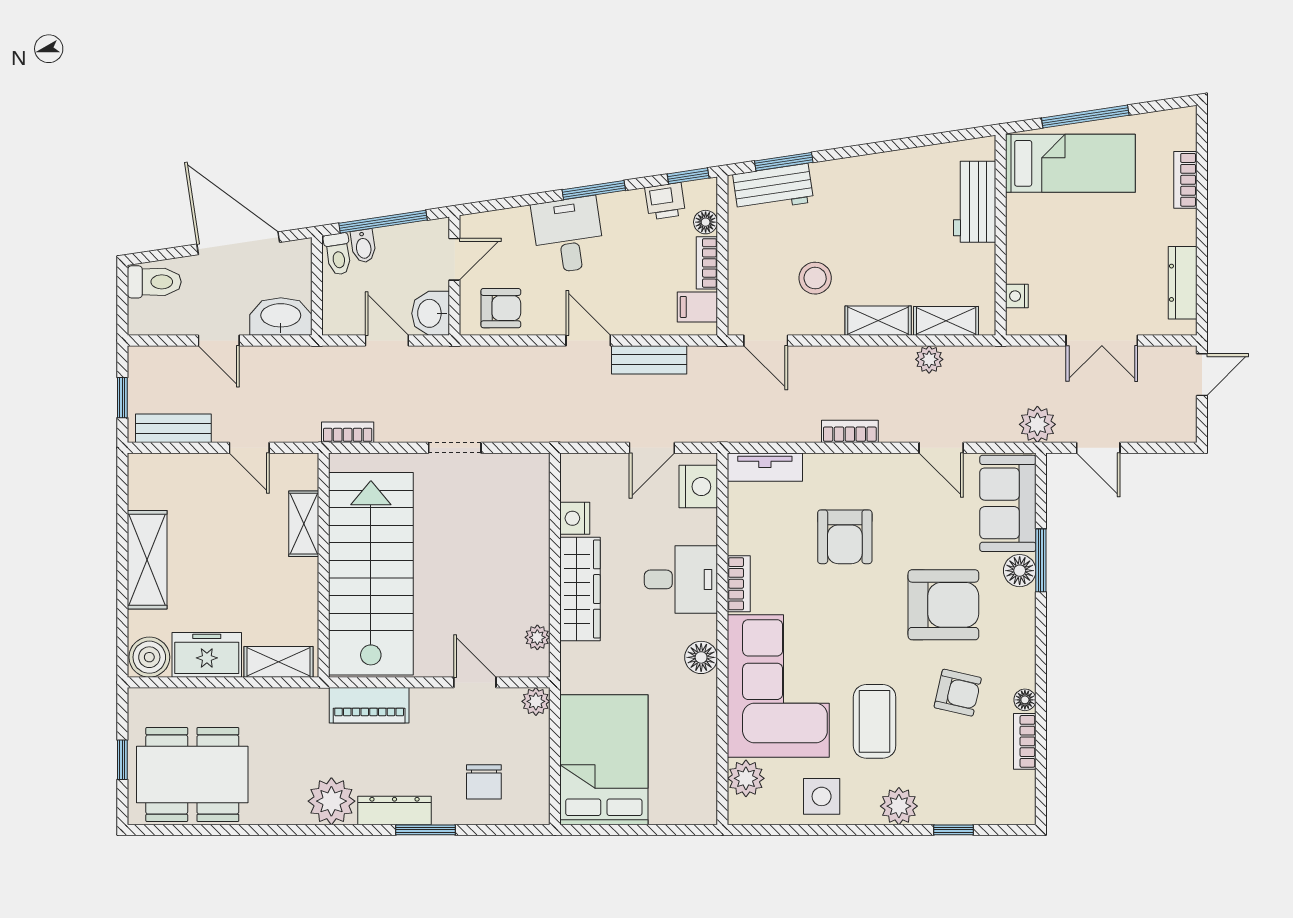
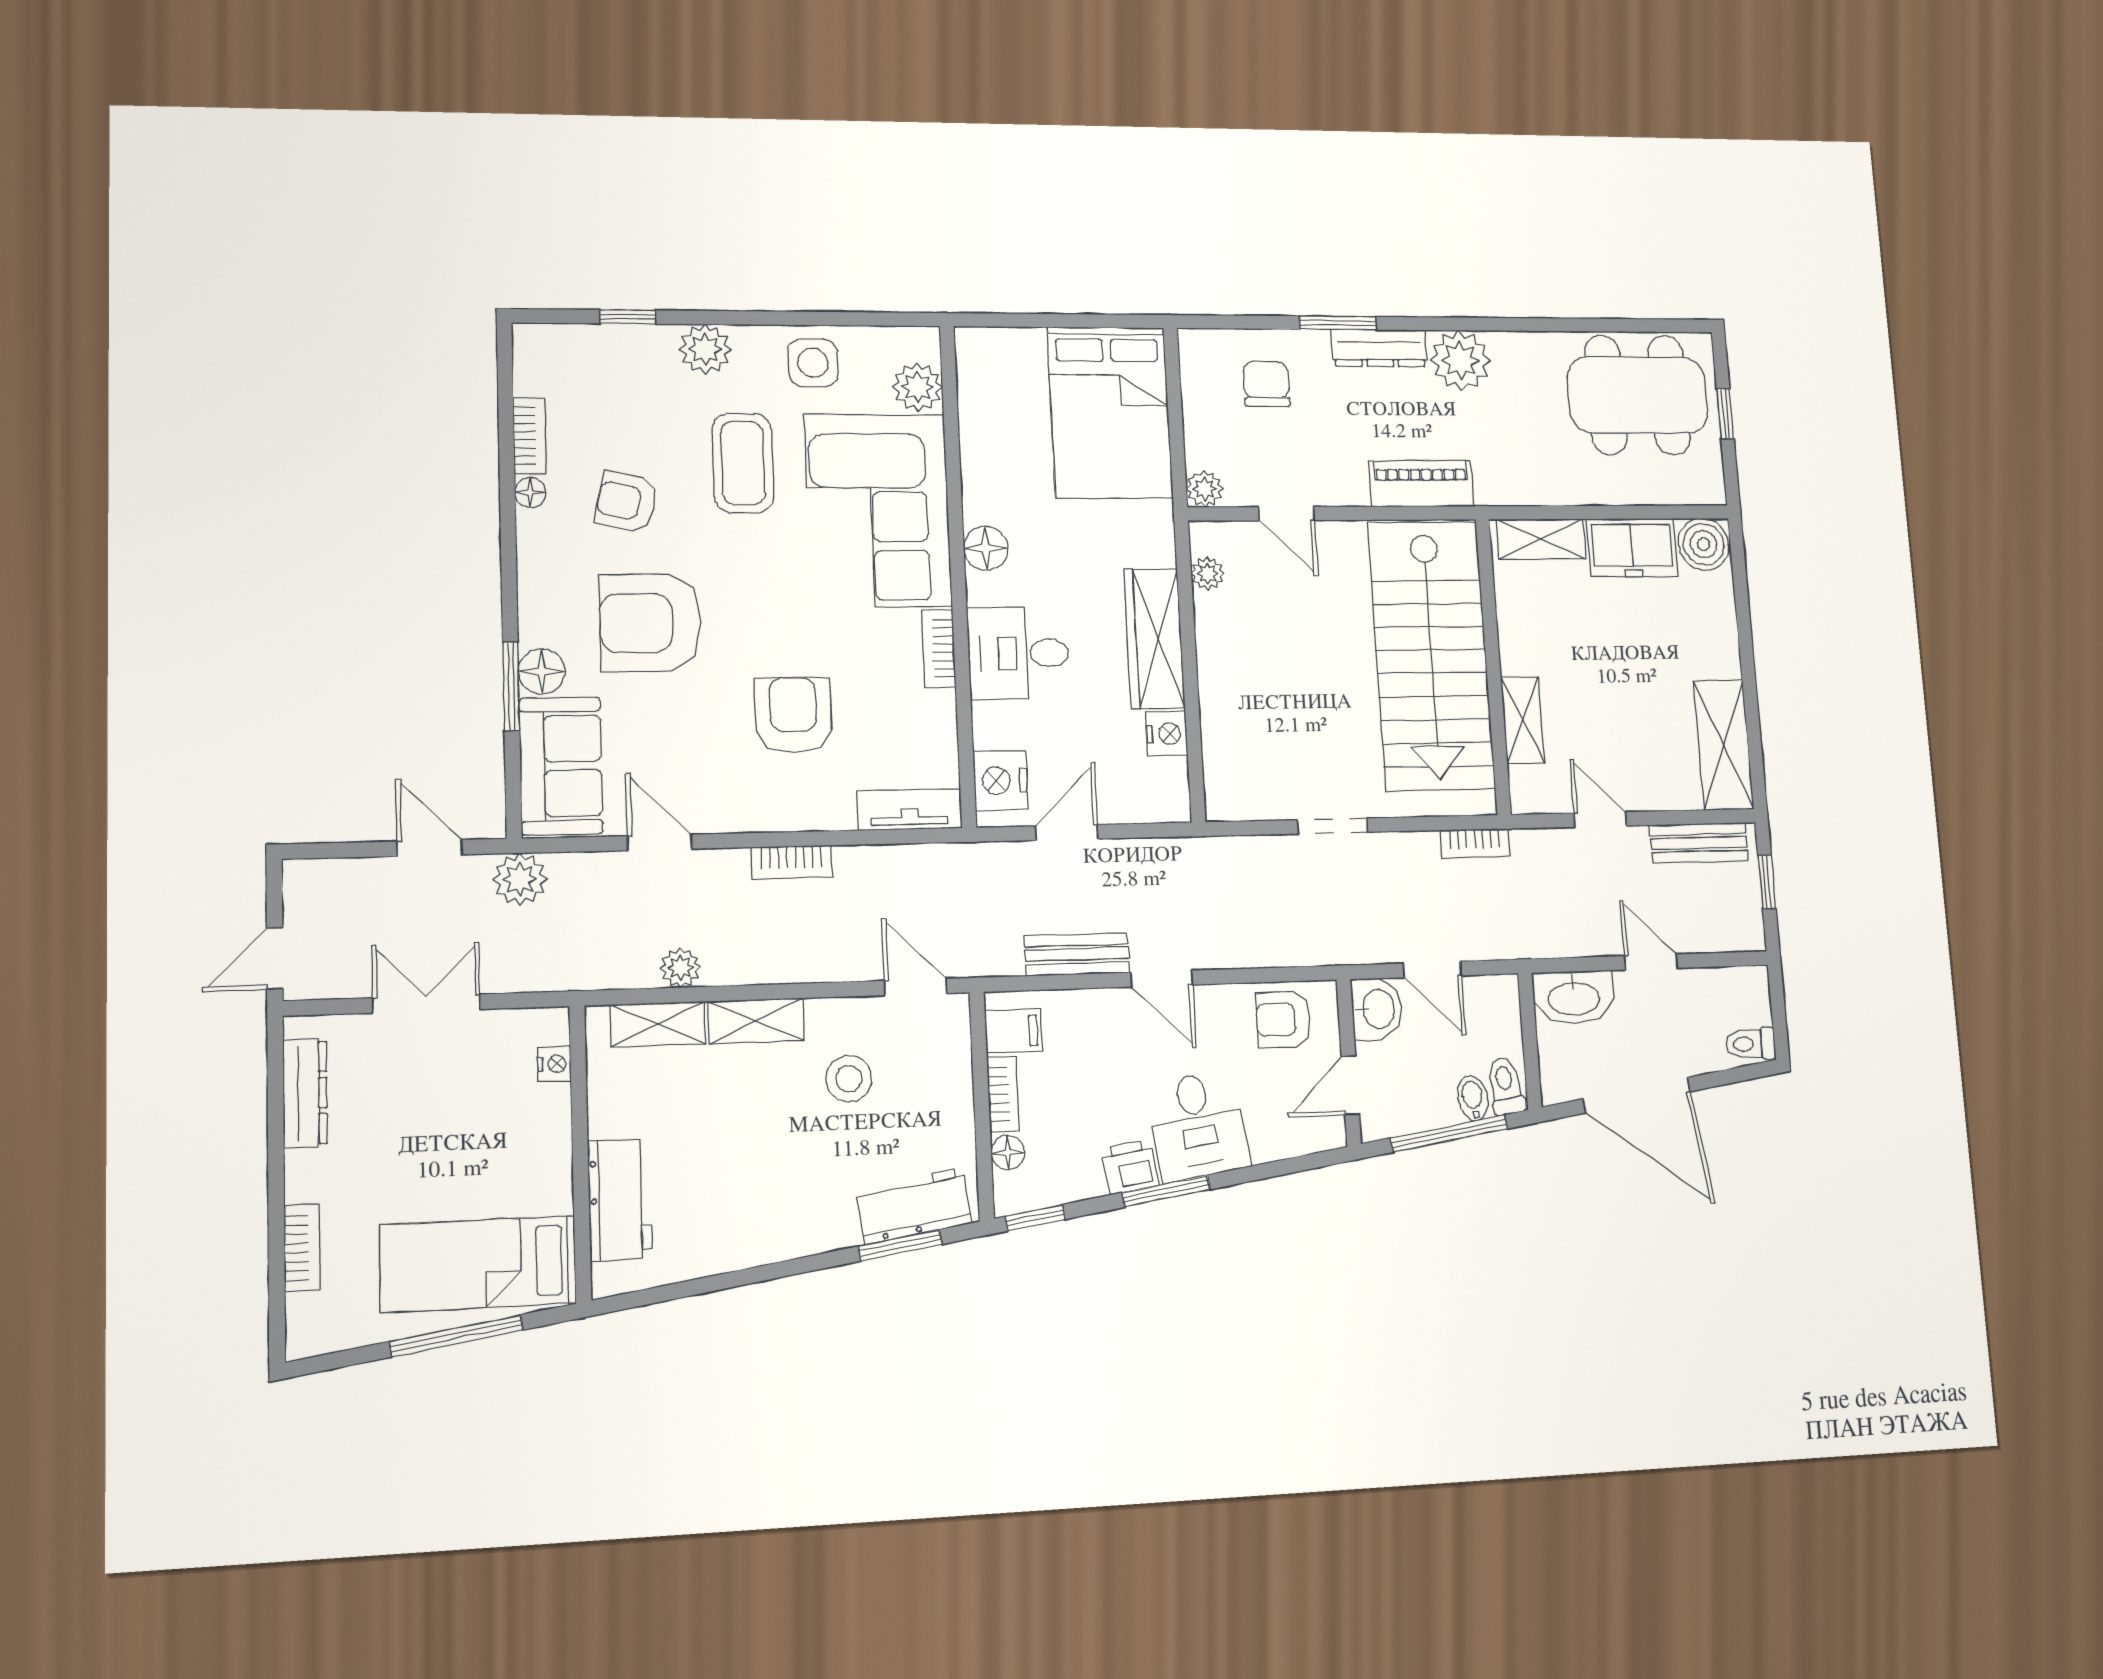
printer: (665, 201) -> (1130, 1167), moved
toilet: (154, 282) -> (1750, 1044), width x0.73, depth x0.72
shelving: (147, 560) -> (1724, 745), moved

